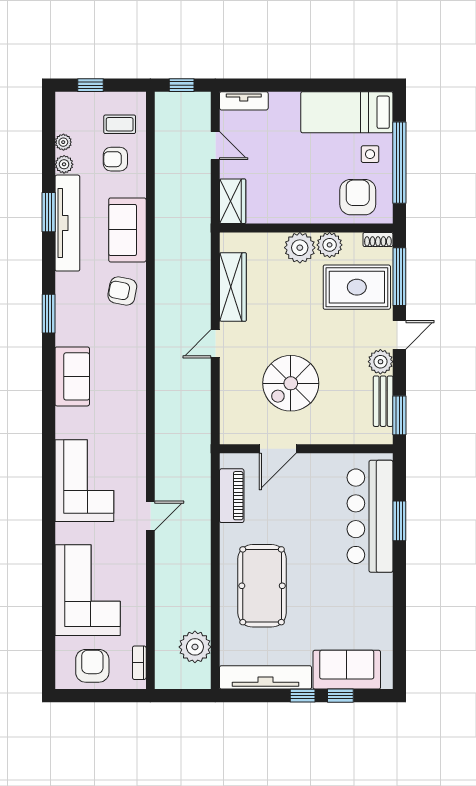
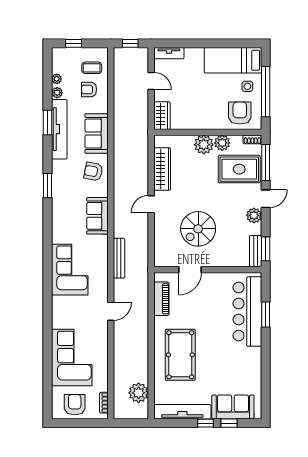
sofa: (72, 376) -> (97, 216), moved, turned 180
bench: (383, 401) -> (256, 251), moved
bench: (164, 431) -> (119, 258), added
corner sofa: (84, 481) -> (70, 270), moved

